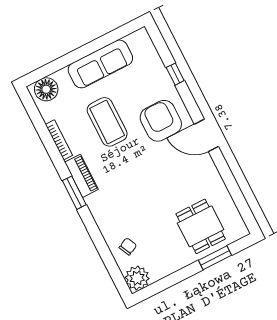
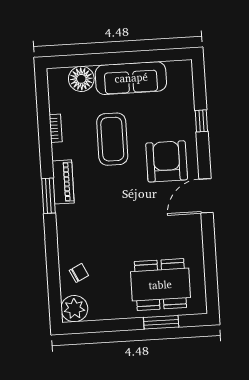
floor lamp: (46, 89) -> (81, 79), moved
door: (206, 135) -> (206, 196), hinge flipped
bookcase: (59, 140) -> (56, 128), width x0.64
dining table: (201, 226) -> (160, 285), width x1.38

